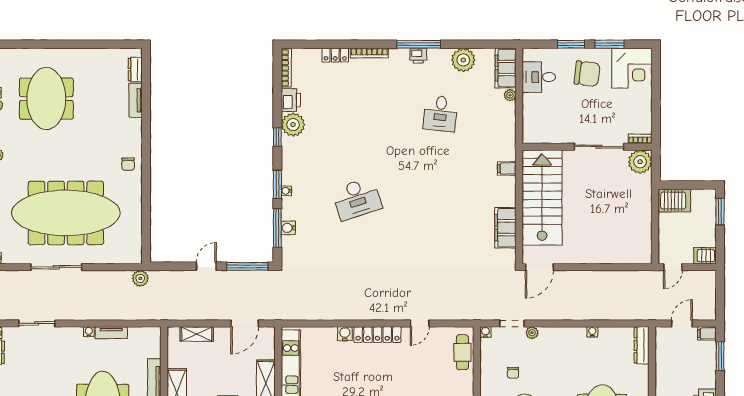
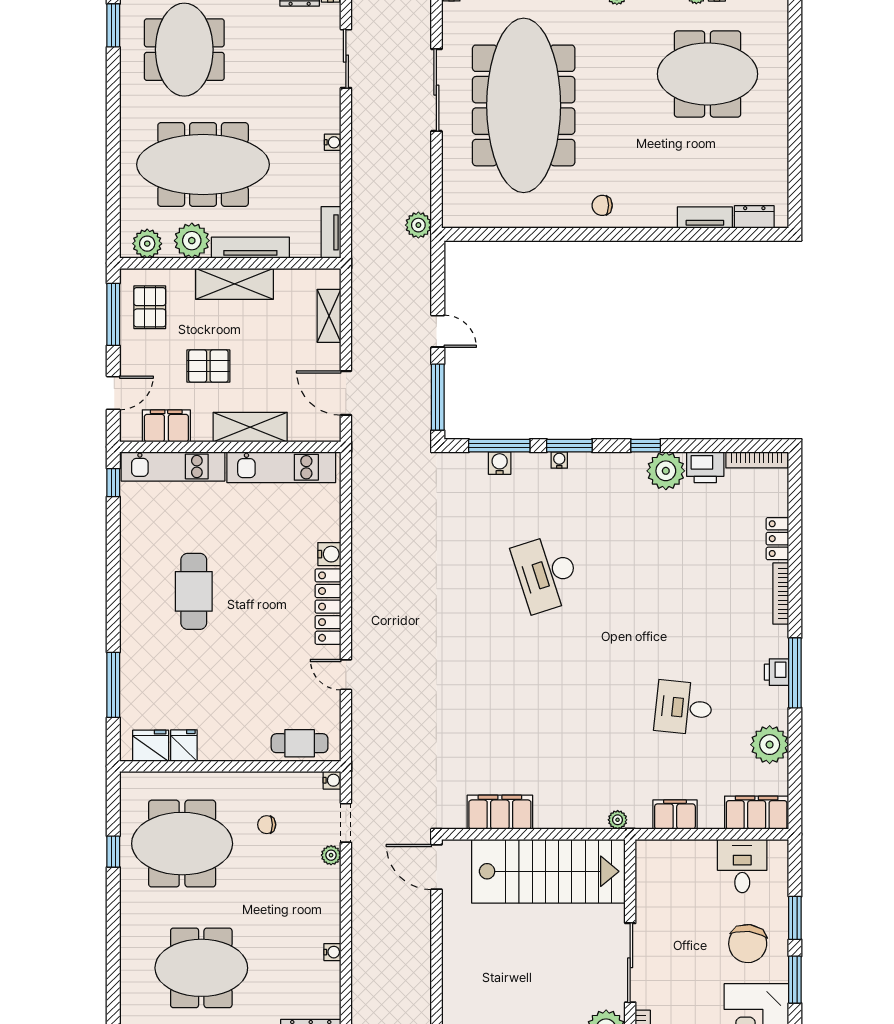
plant: (510, 95) -> (618, 820), moved
filing cabinet: (507, 169) -> (675, 815), moved, width x2.00
tv unit: (111, 333) -> (331, 232), moved

